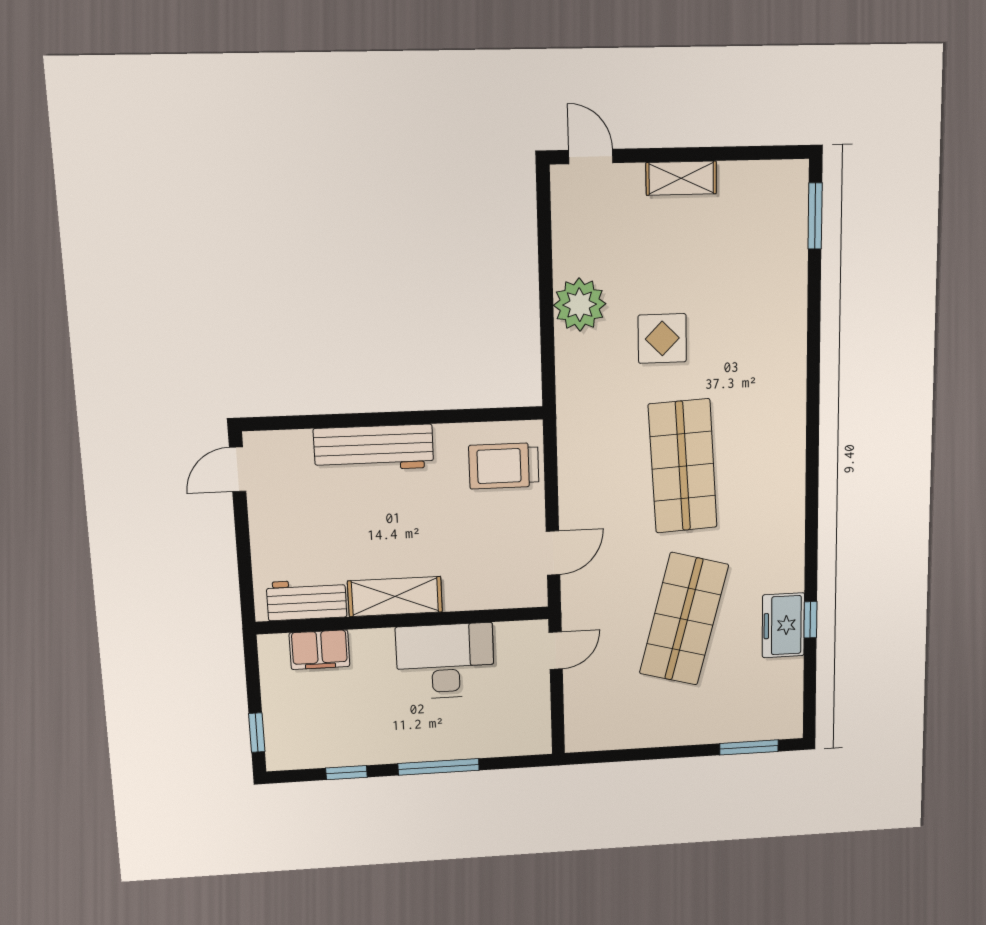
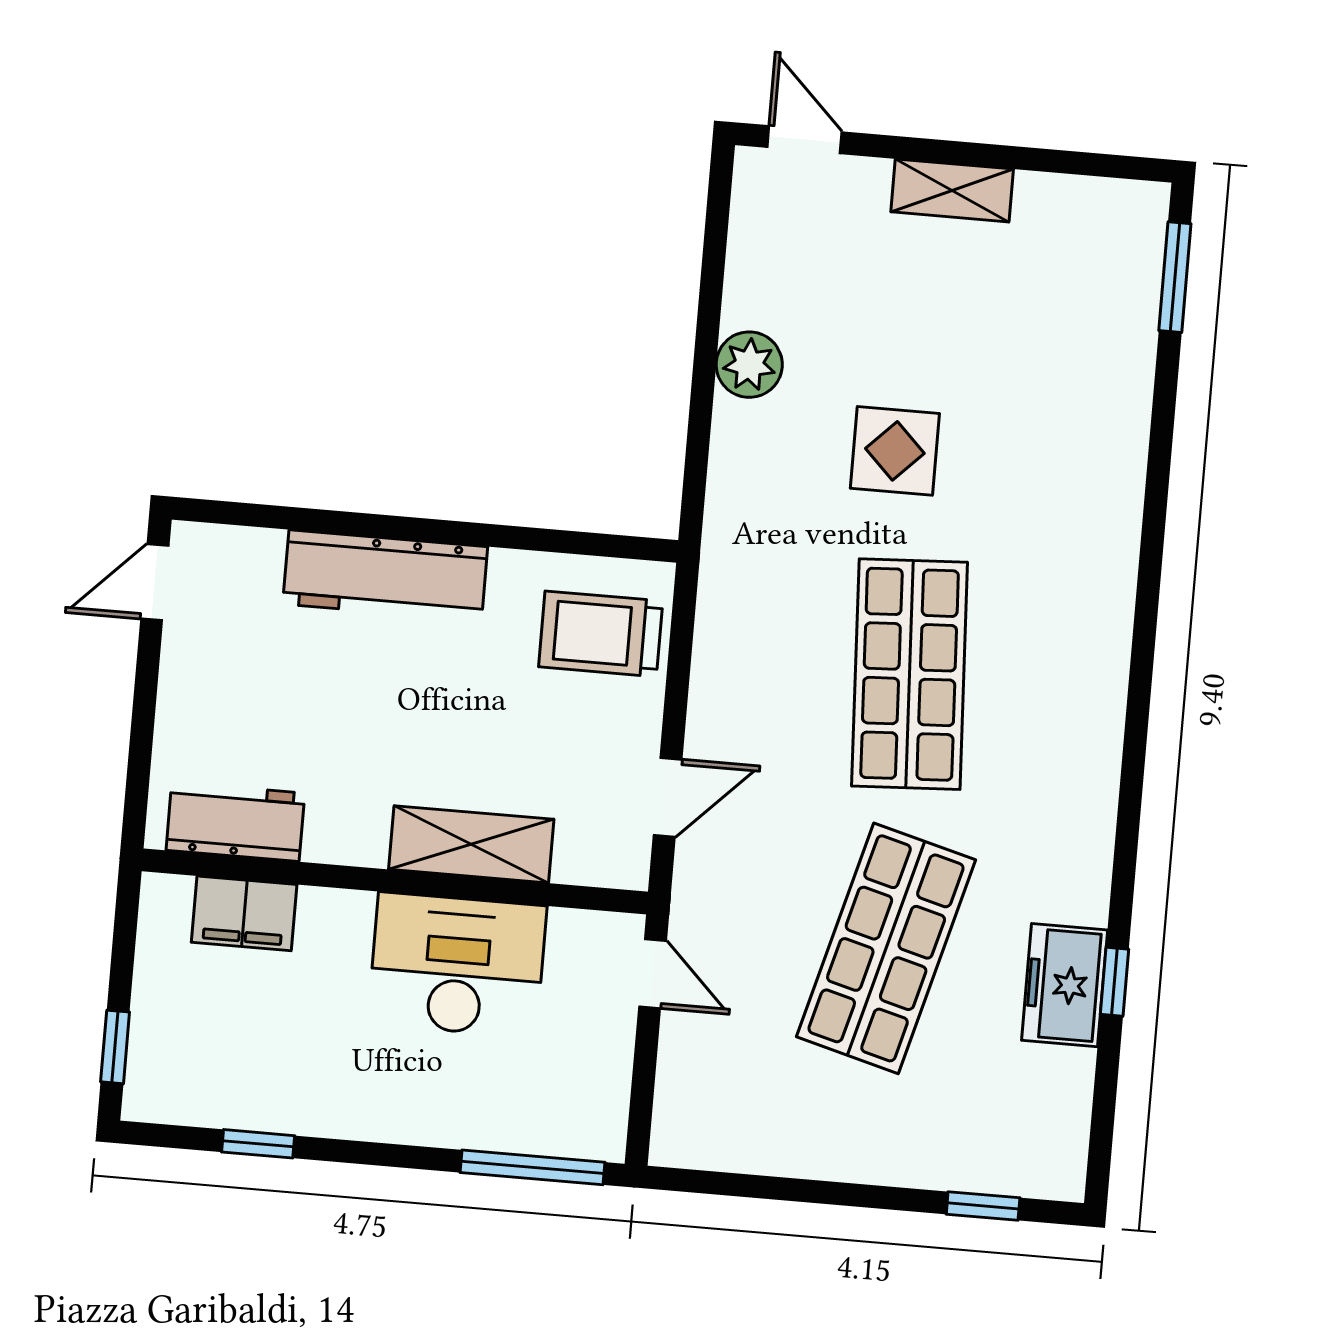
plant: (580, 305) -> (749, 365), width x0.73, depth x0.73
shelving: (395, 597) -> (471, 844), moved
door: (556, 651) -> (653, 974), hinge flipped
window: (749, 747) -> (983, 1206), width x0.67
window: (439, 767) -> (533, 1167), moved

